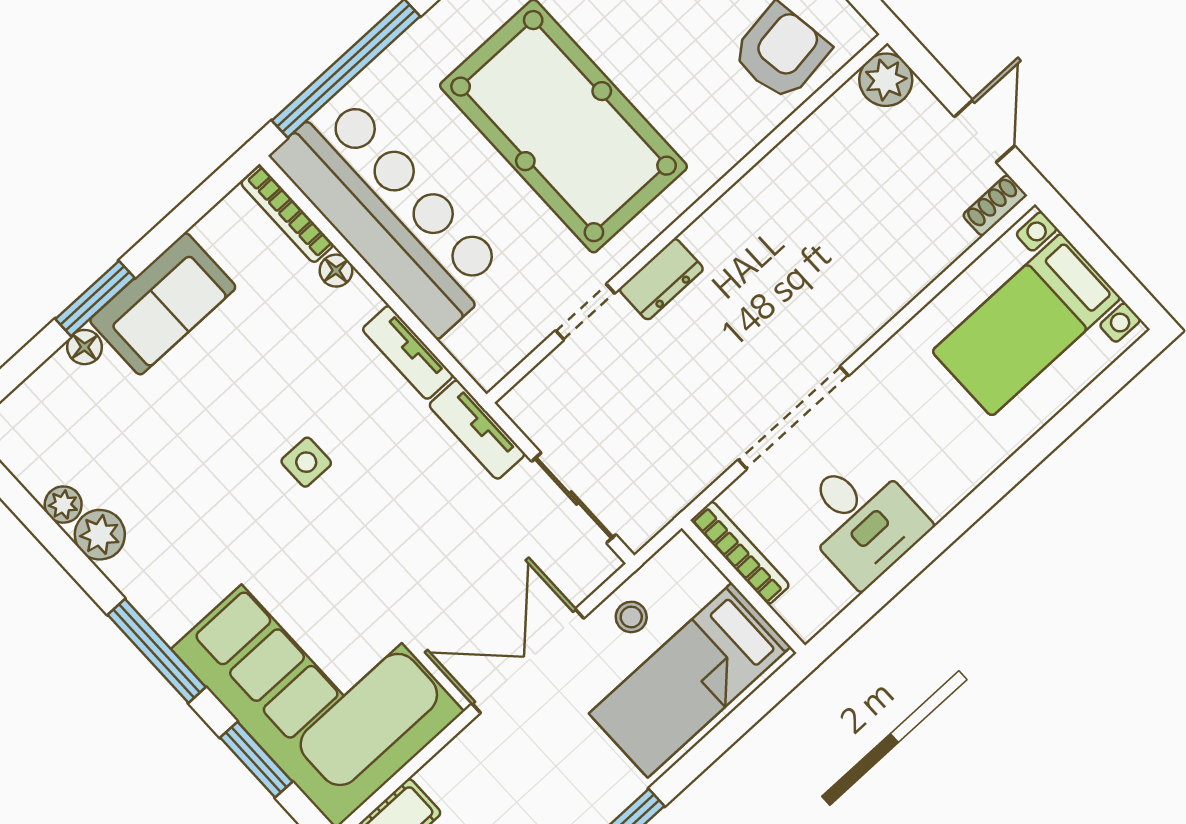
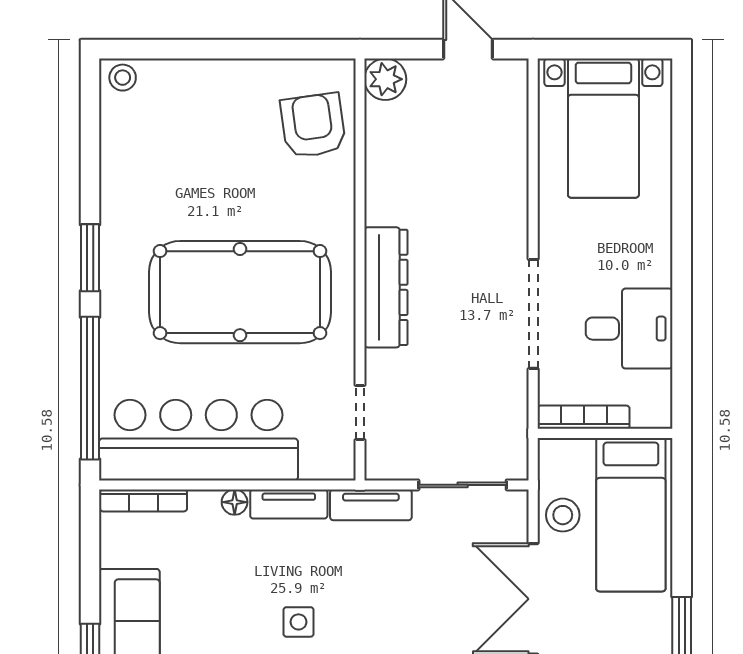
shoe rack: (995, 205) -> (517, 83), removed
floor lamp: (336, 271) -> (235, 502), moved
dresser: (661, 279) -> (386, 287), width x1.96, depth x1.24
doorway: (585, 312) -> (360, 412), moved
stool: (631, 617) -> (563, 515), width x1.37, depth x1.37

